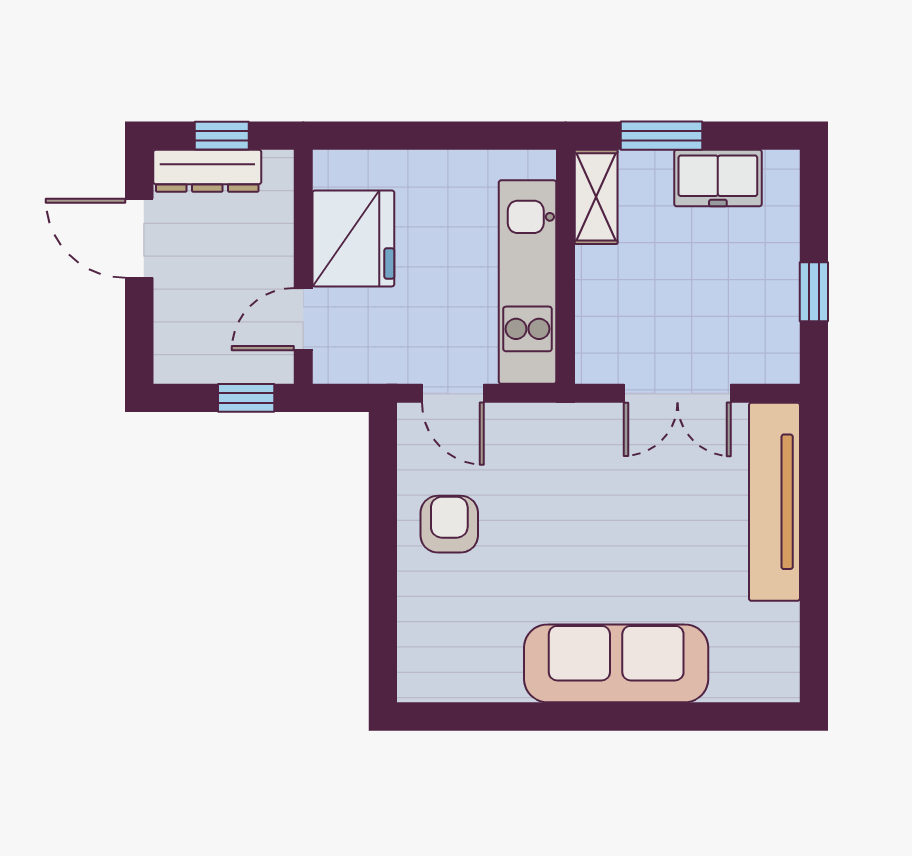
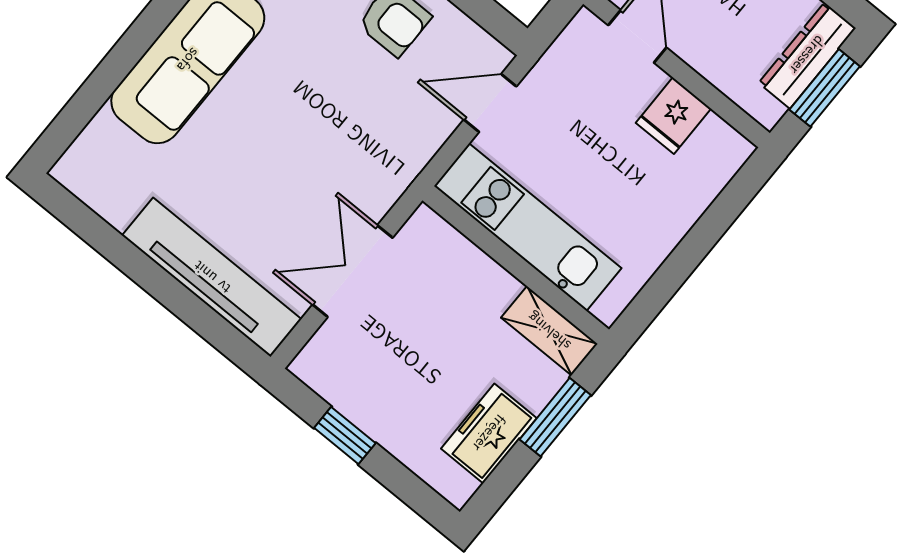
window: (222, 136) -> (825, 88), width x1.50
fridge: (353, 238) -> (673, 116), width x0.53, depth x0.75

